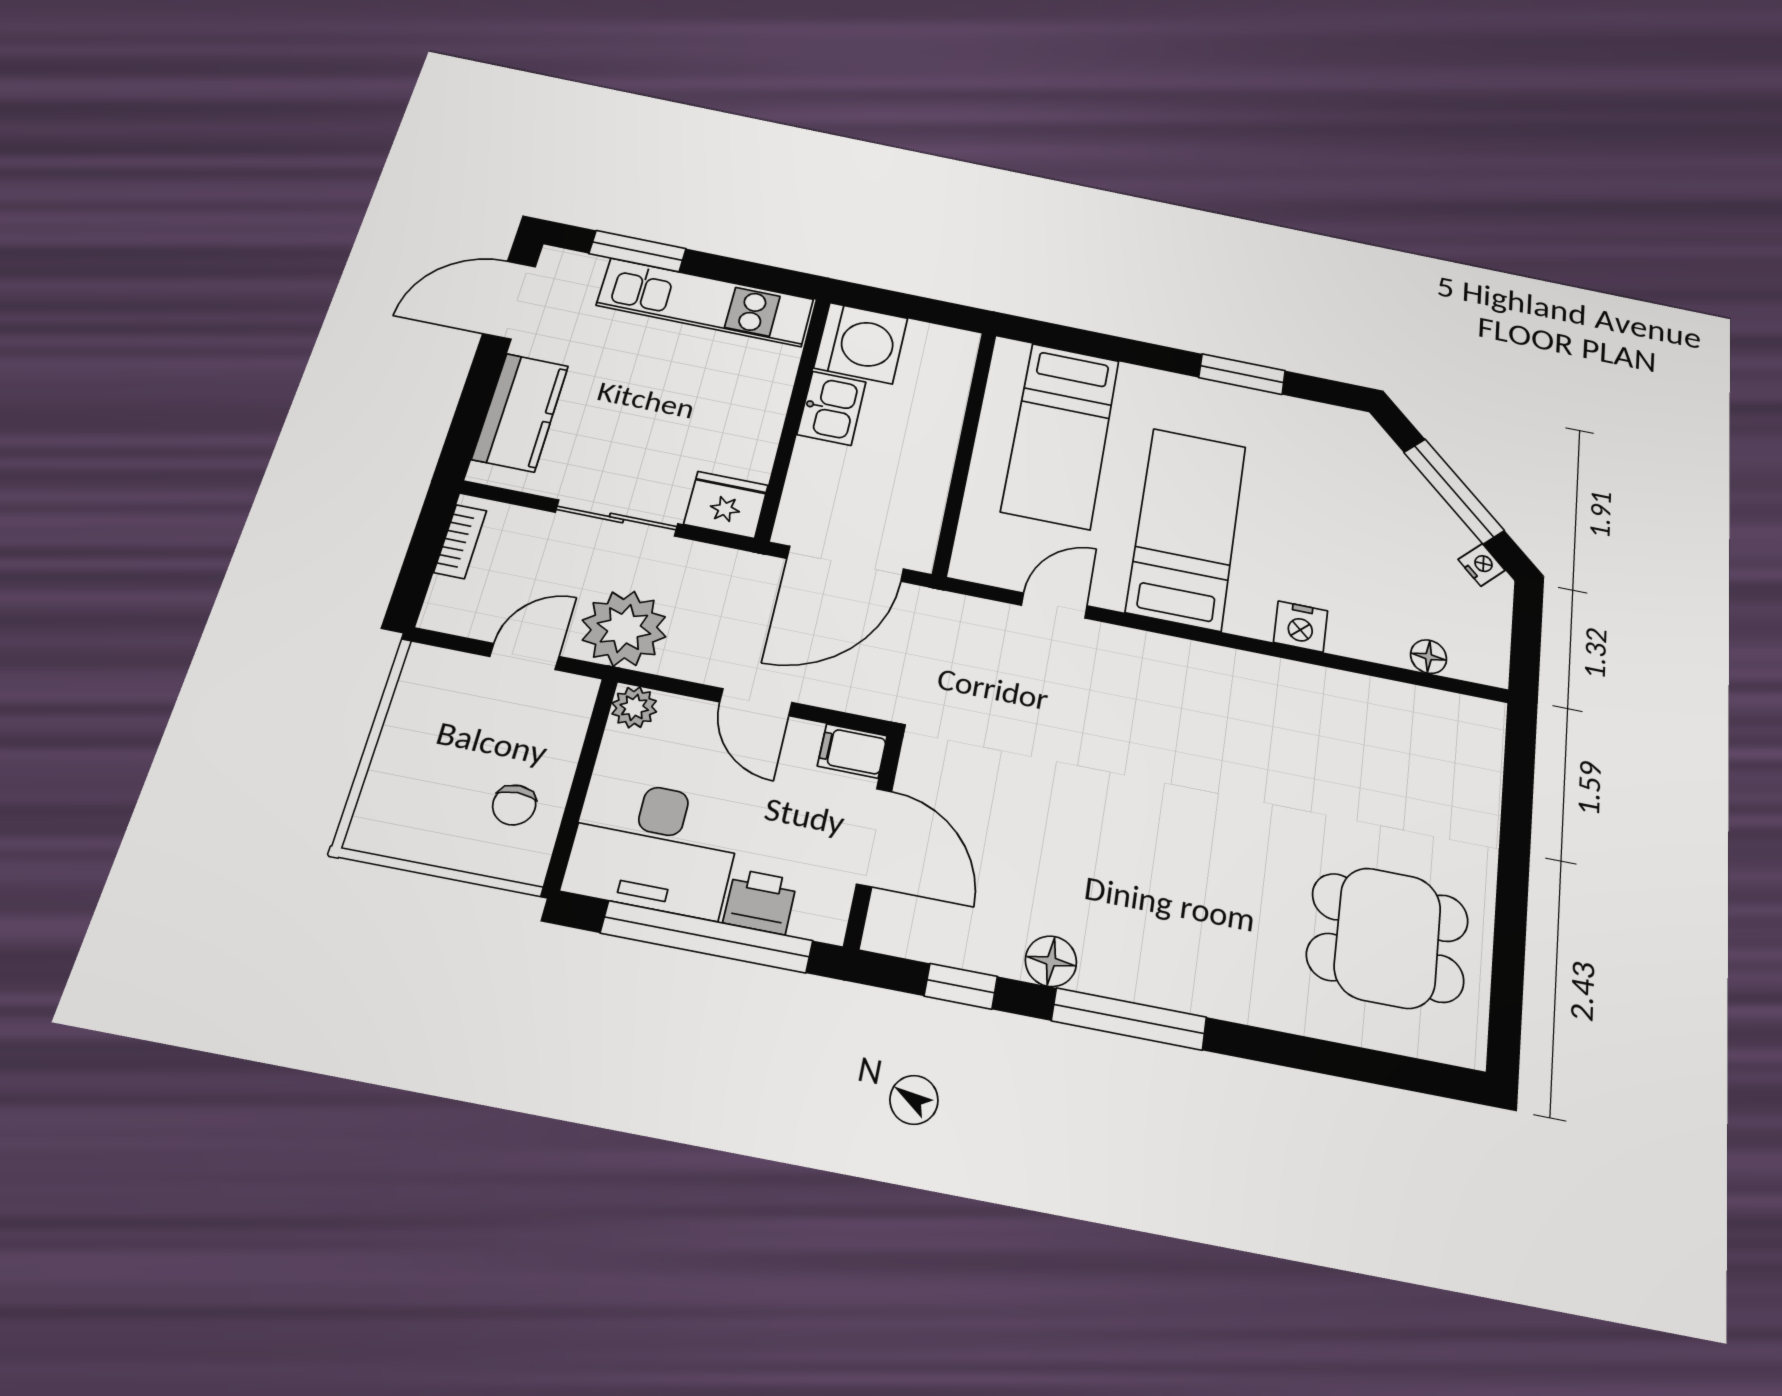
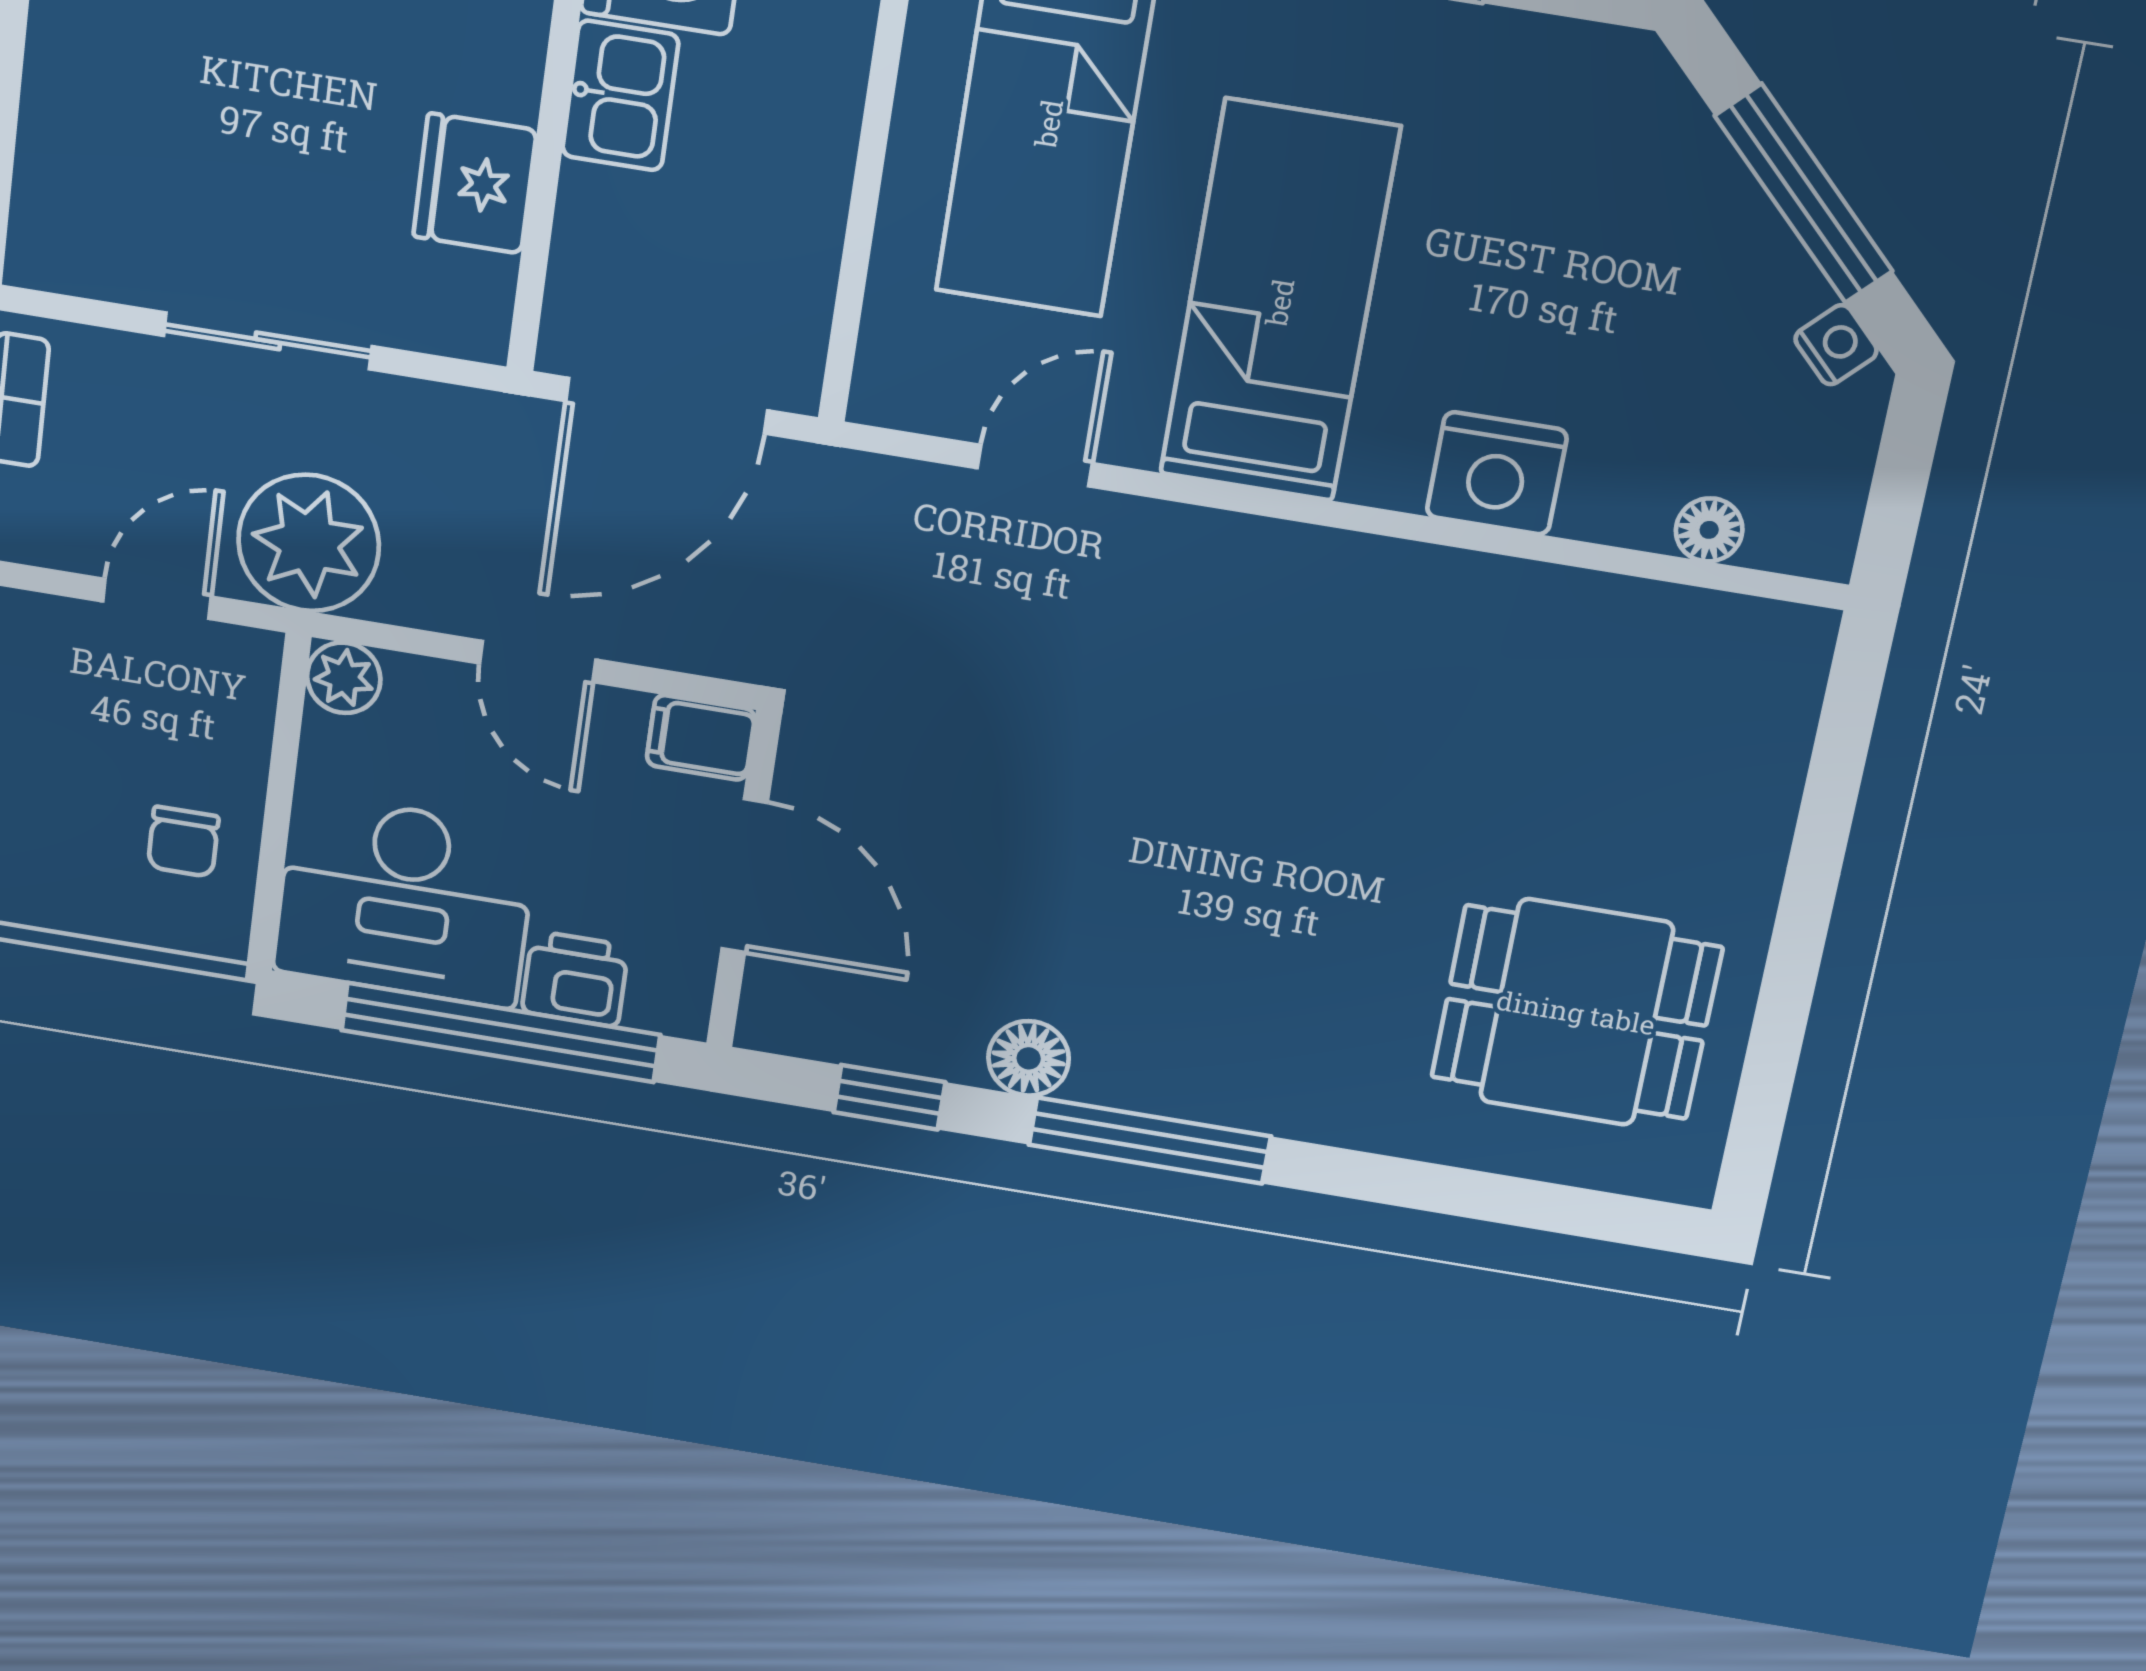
kitchen counter: (520, 412) -> (72, 143), removed
fridge: (726, 505) -> (475, 184), moved, turned -90
nightstand: (1301, 627) -> (1497, 473), width x1.36, depth x1.33

